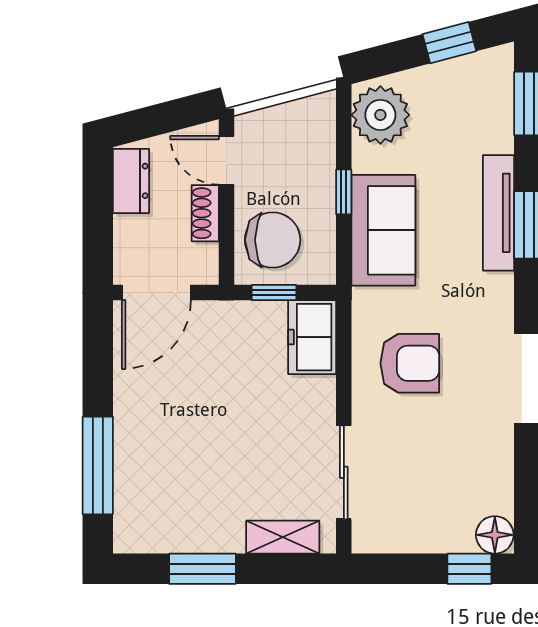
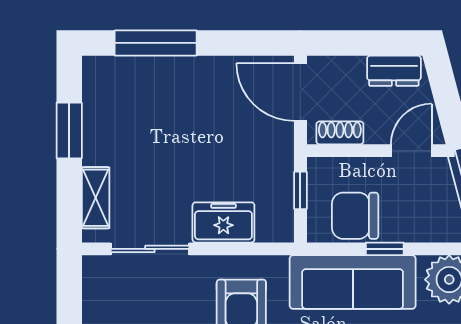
shoe rack: (205, 213) -> (340, 133), moved
sofa: (383, 230) -> (353, 282), width x1.36
chair: (273, 240) -> (355, 216), moved, turned 90
freezer: (312, 337) -> (223, 222), moved

